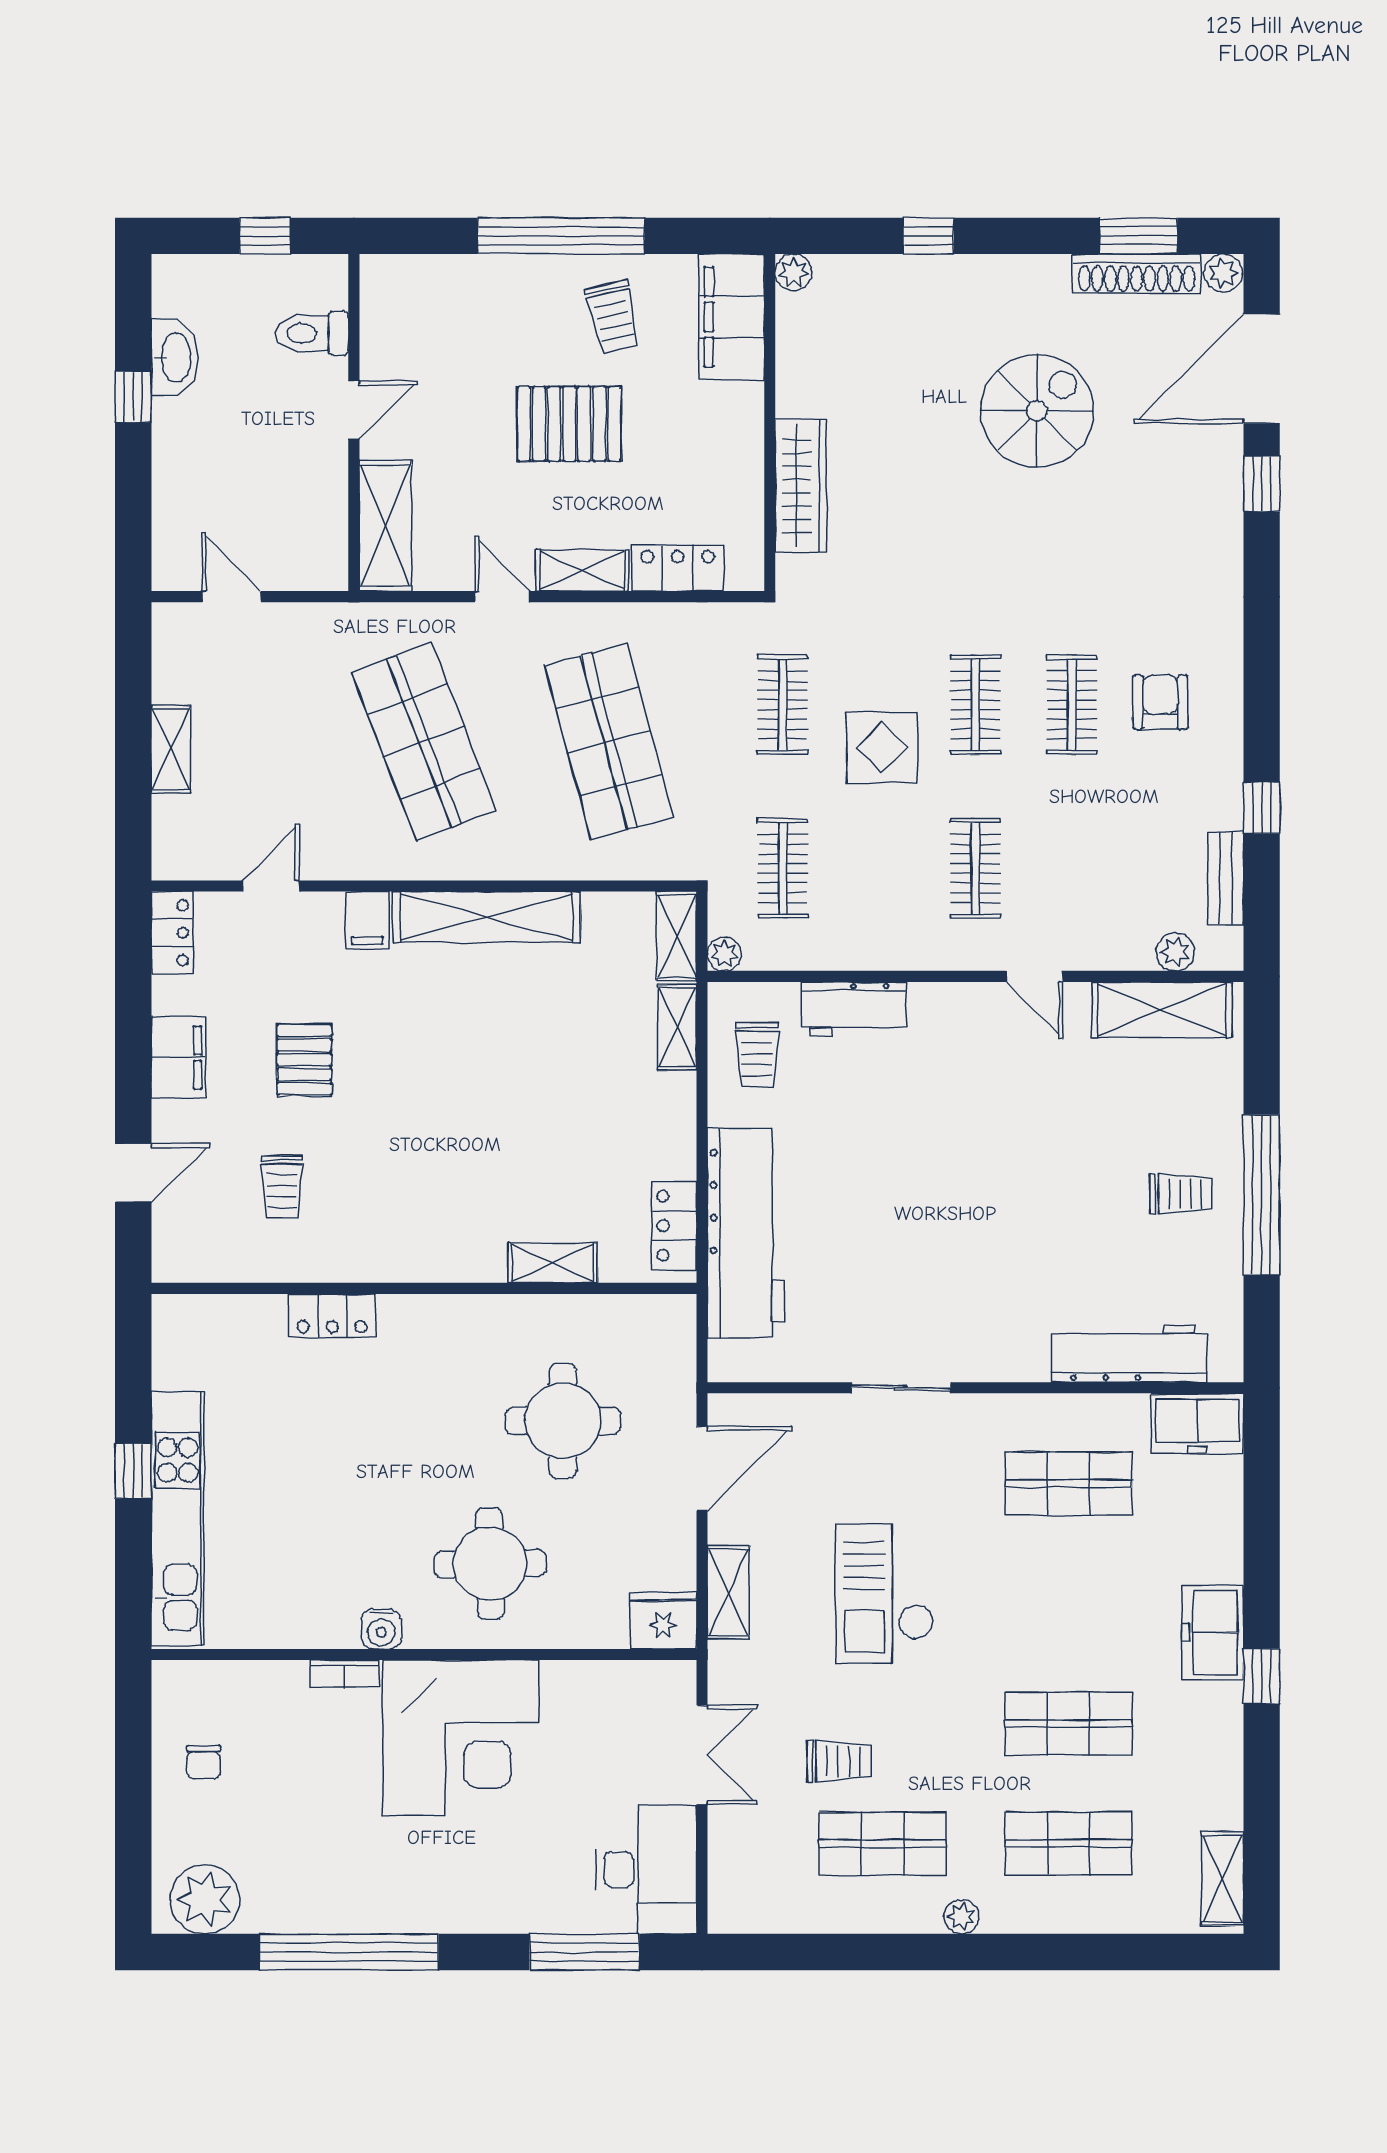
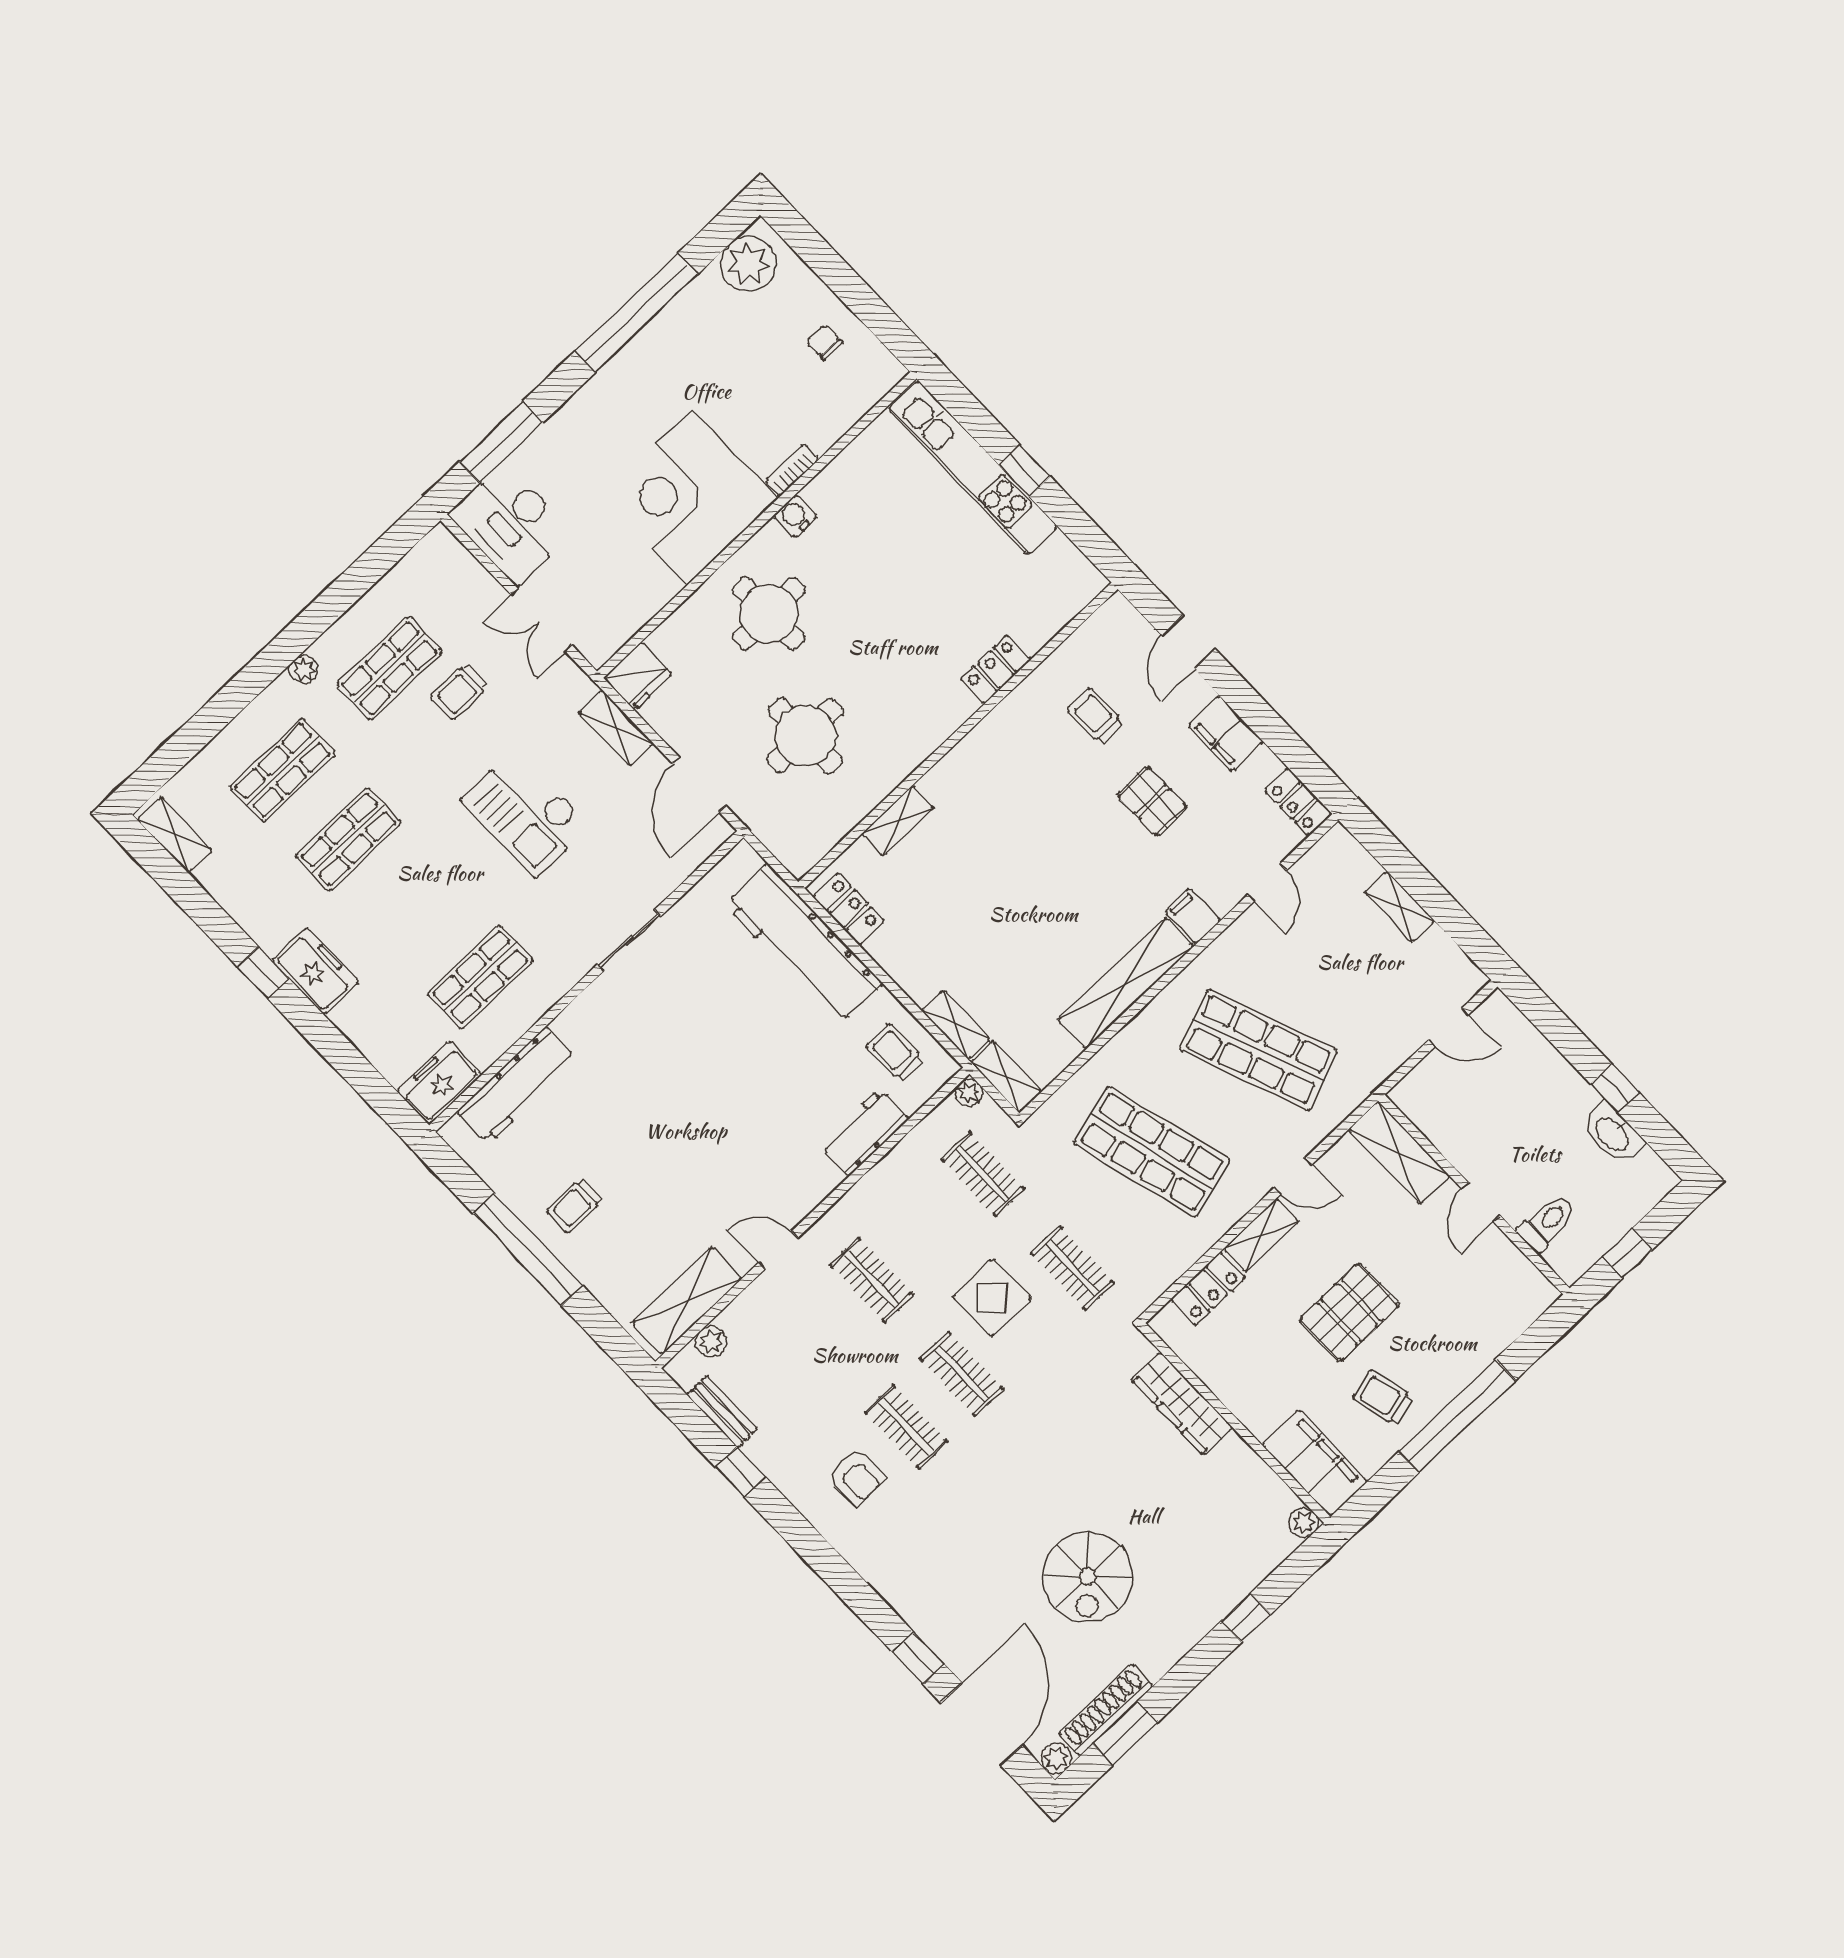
checkout: (884, 1594) -> (525, 813), turned 180

